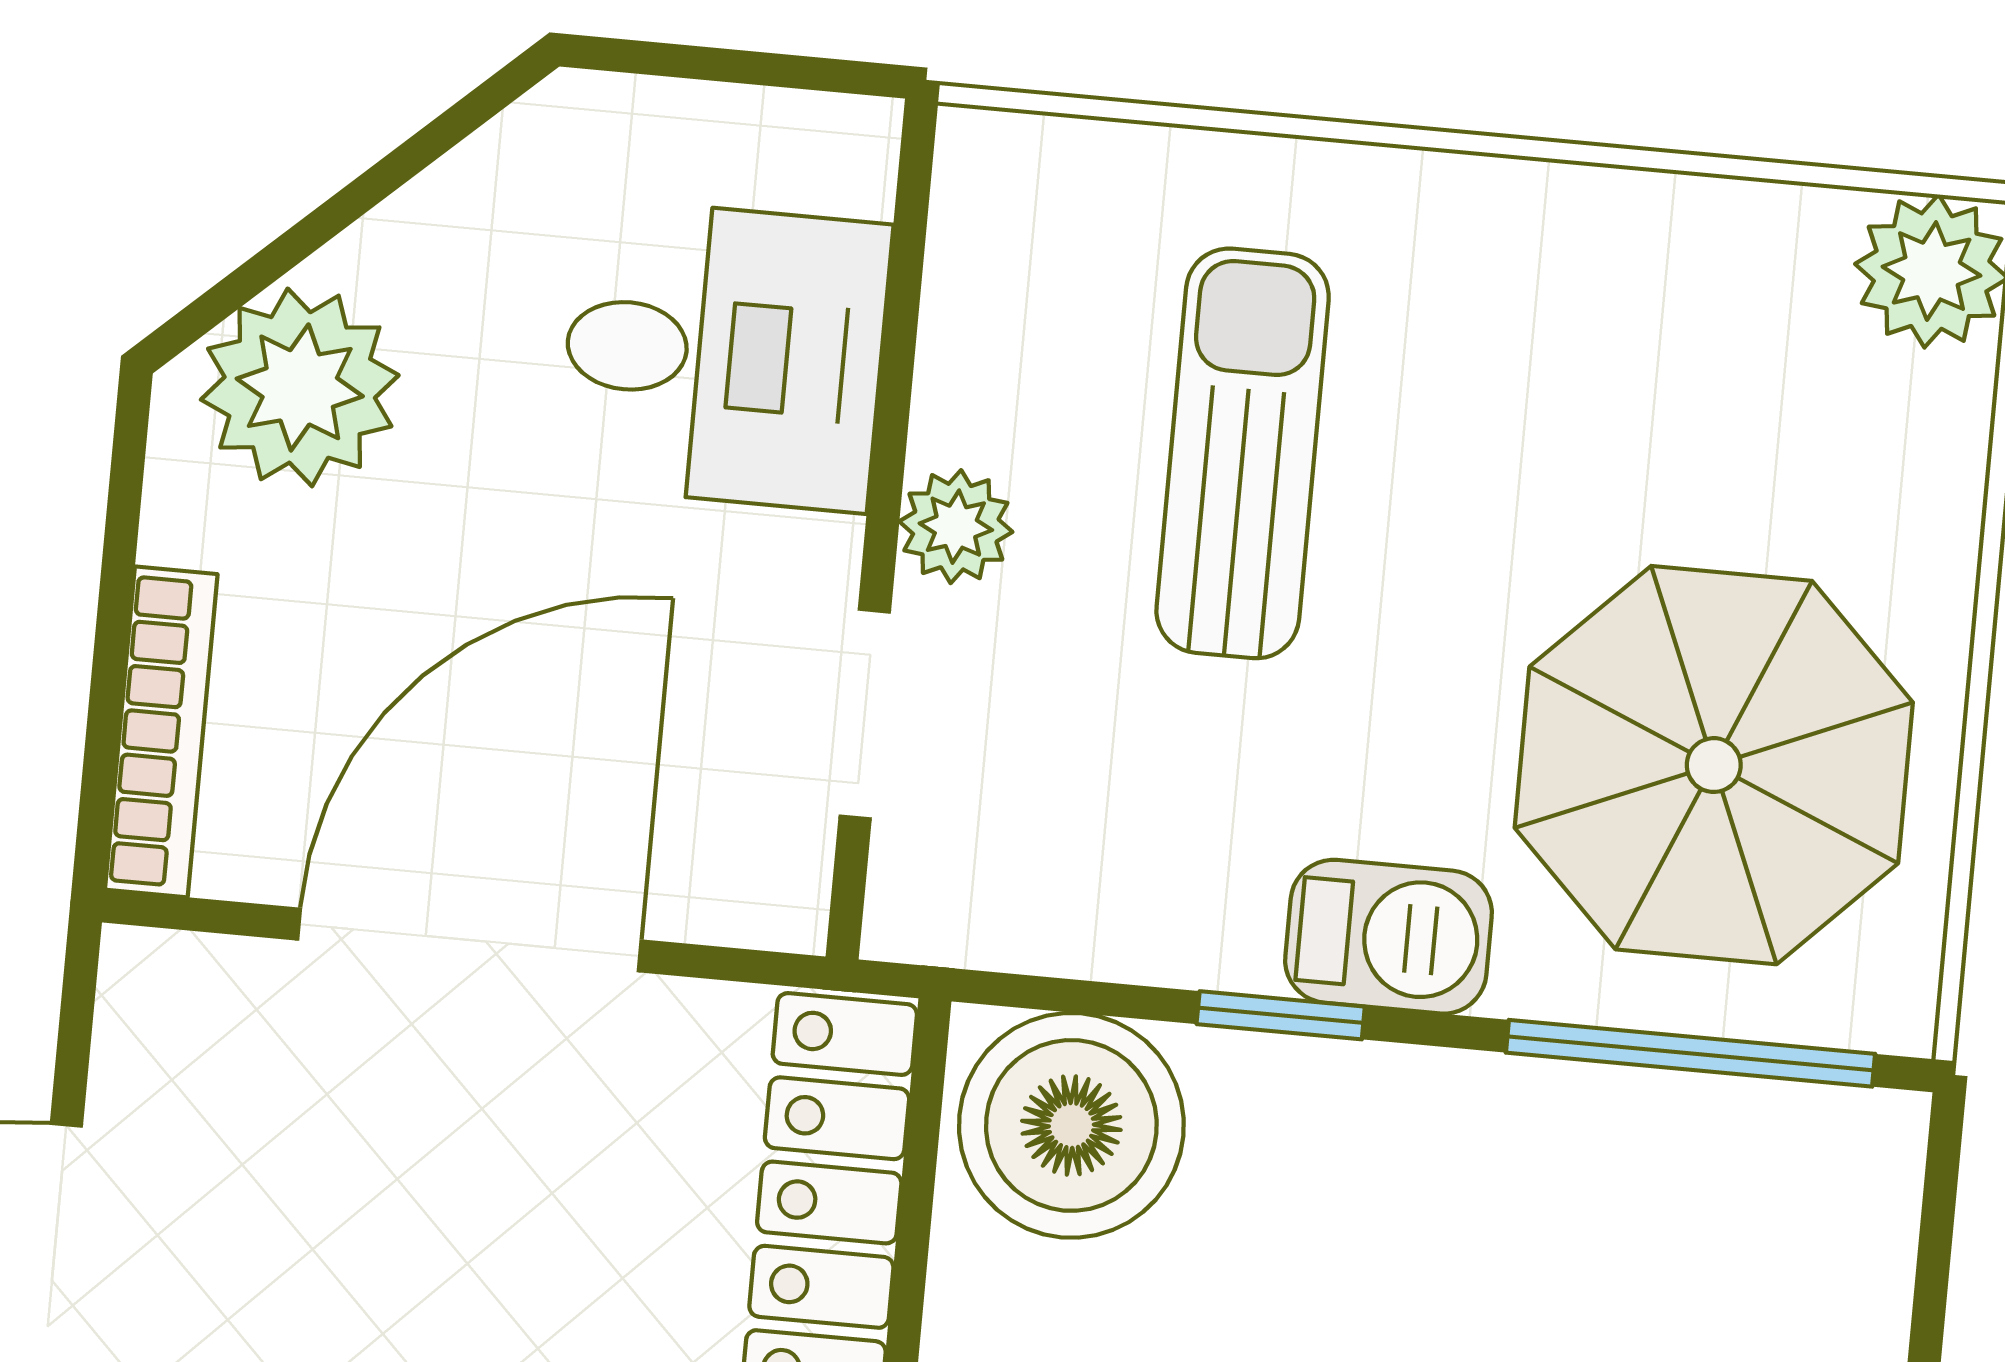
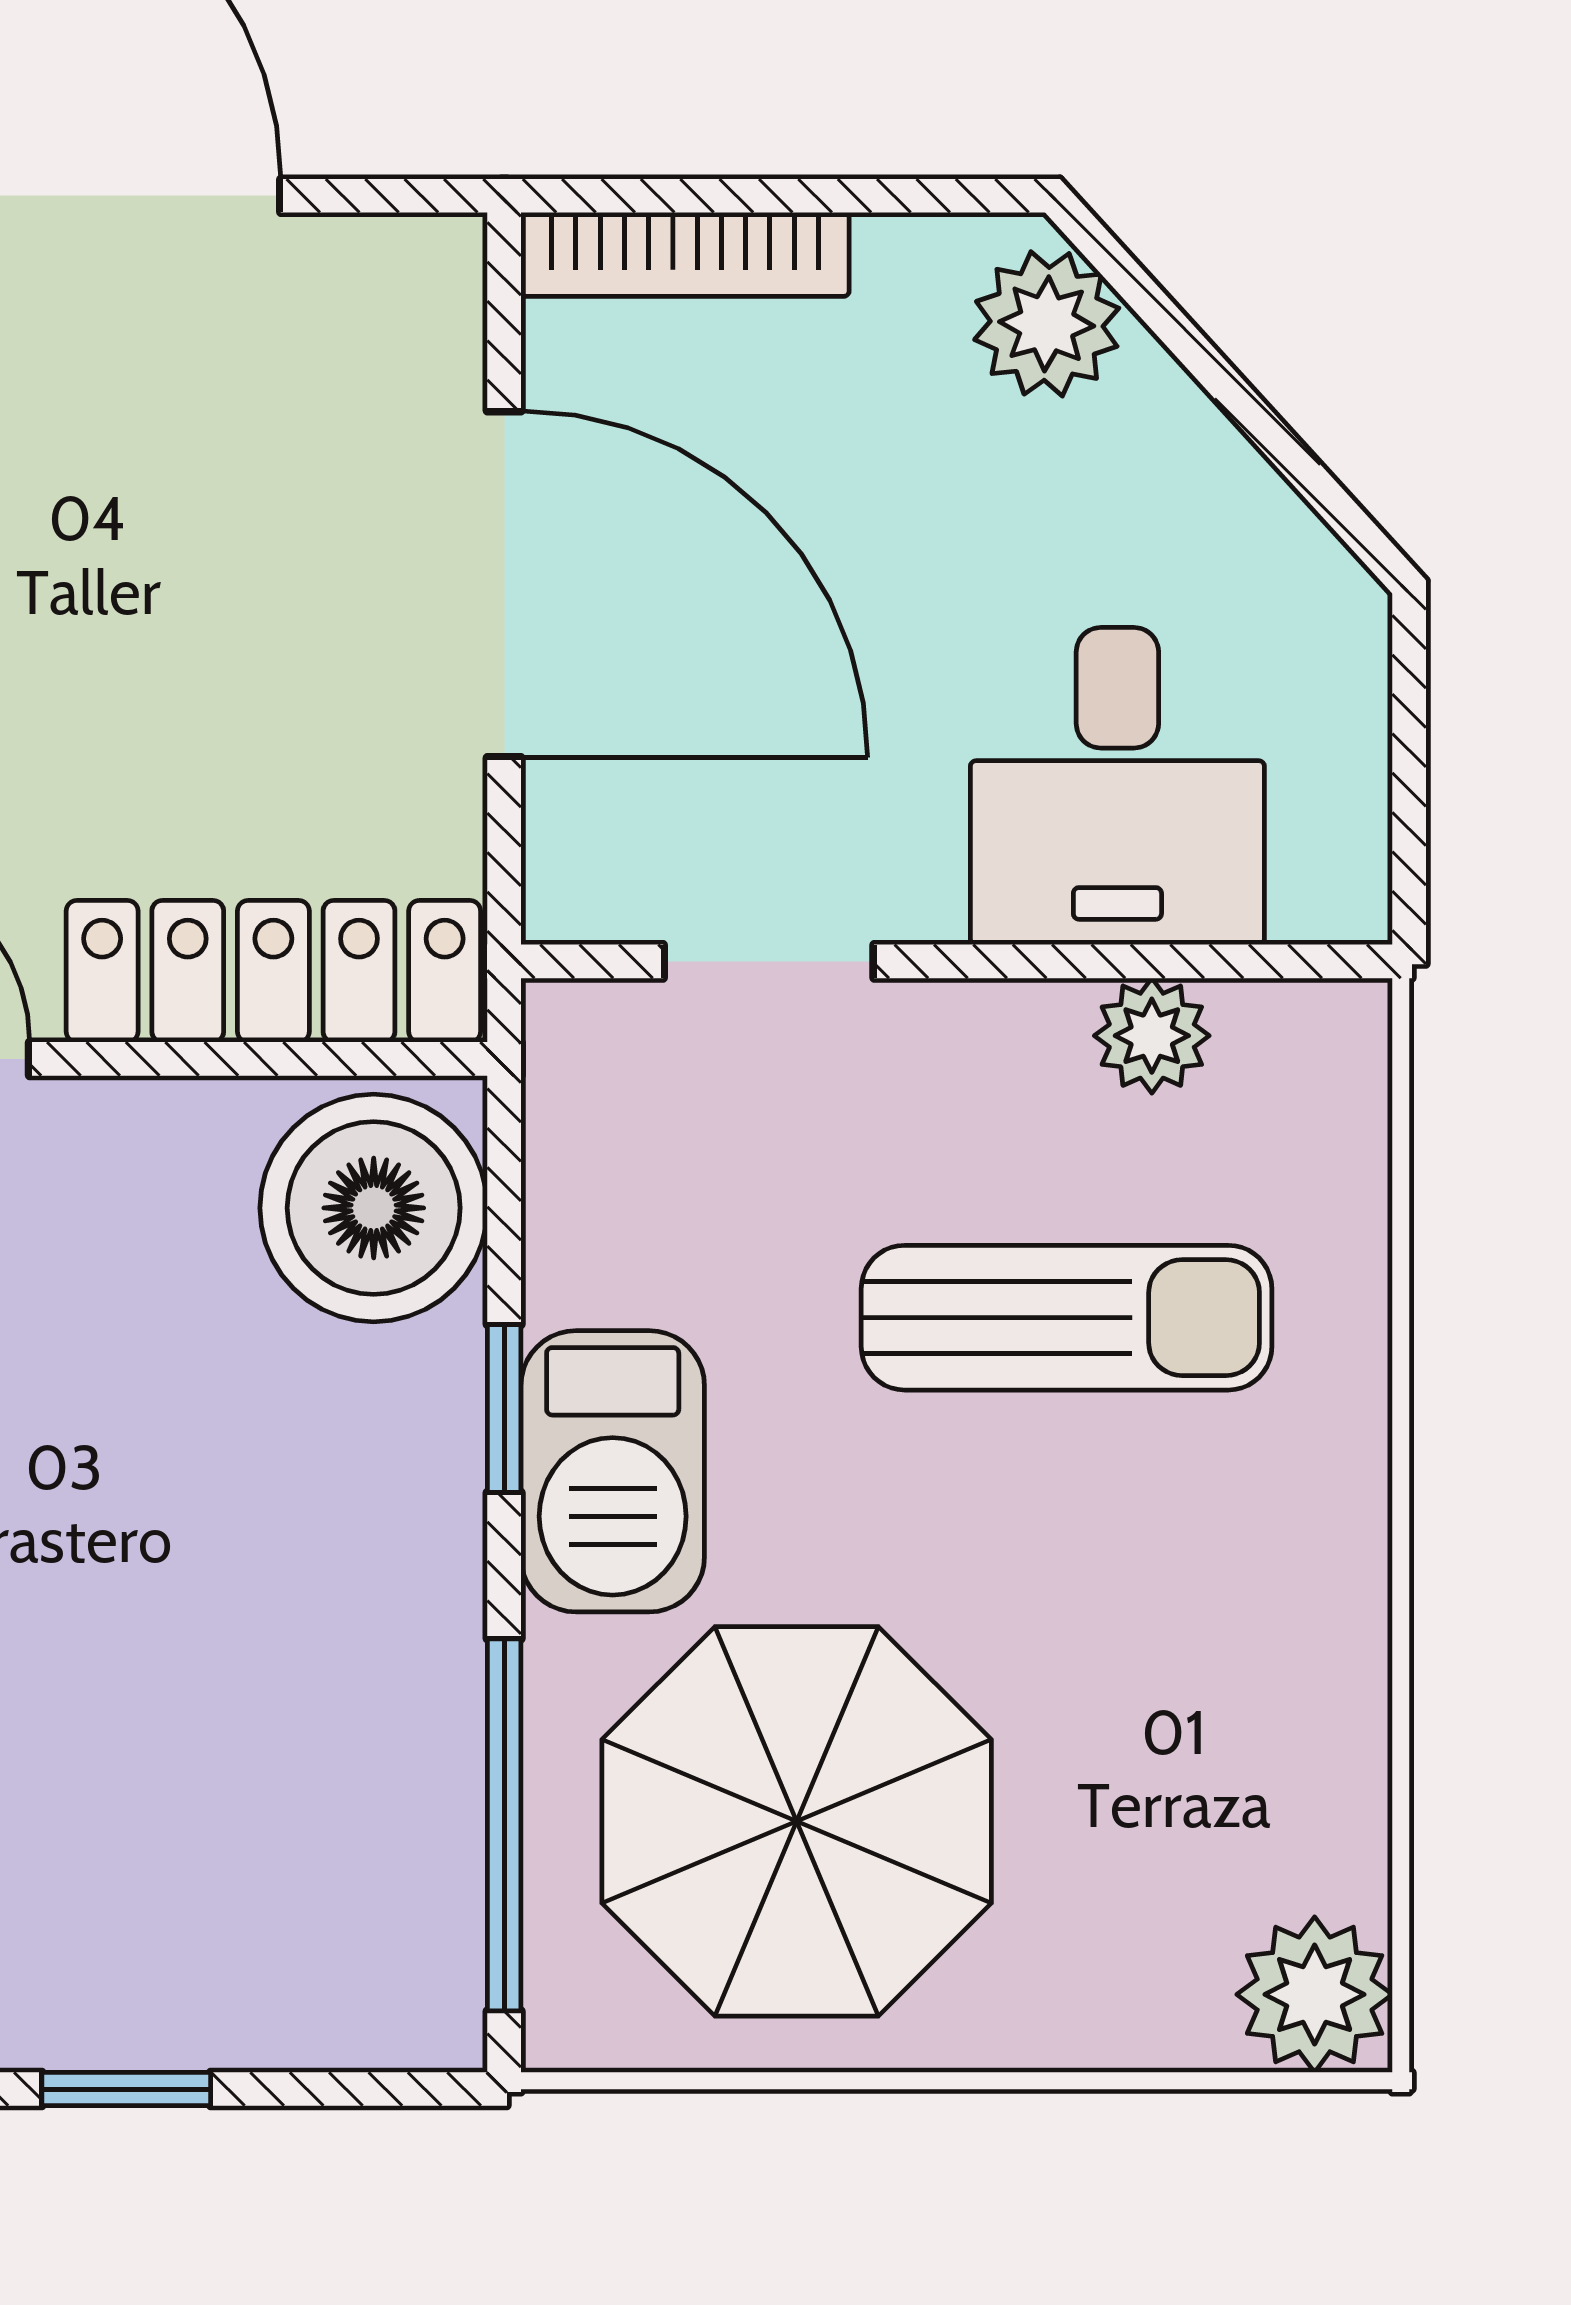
plant: (300, 387) -> (1047, 324), width x0.73, depth x0.73
plant: (956, 527) -> (1152, 1036), moved
barbecue: (1389, 937) -> (613, 1471), width x1.38, depth x1.27

